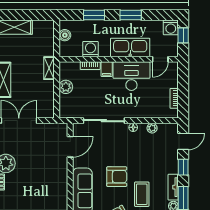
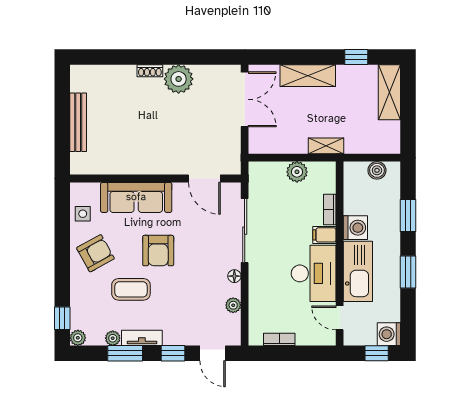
washing machine: (90, 49) -> (355, 228), moved

